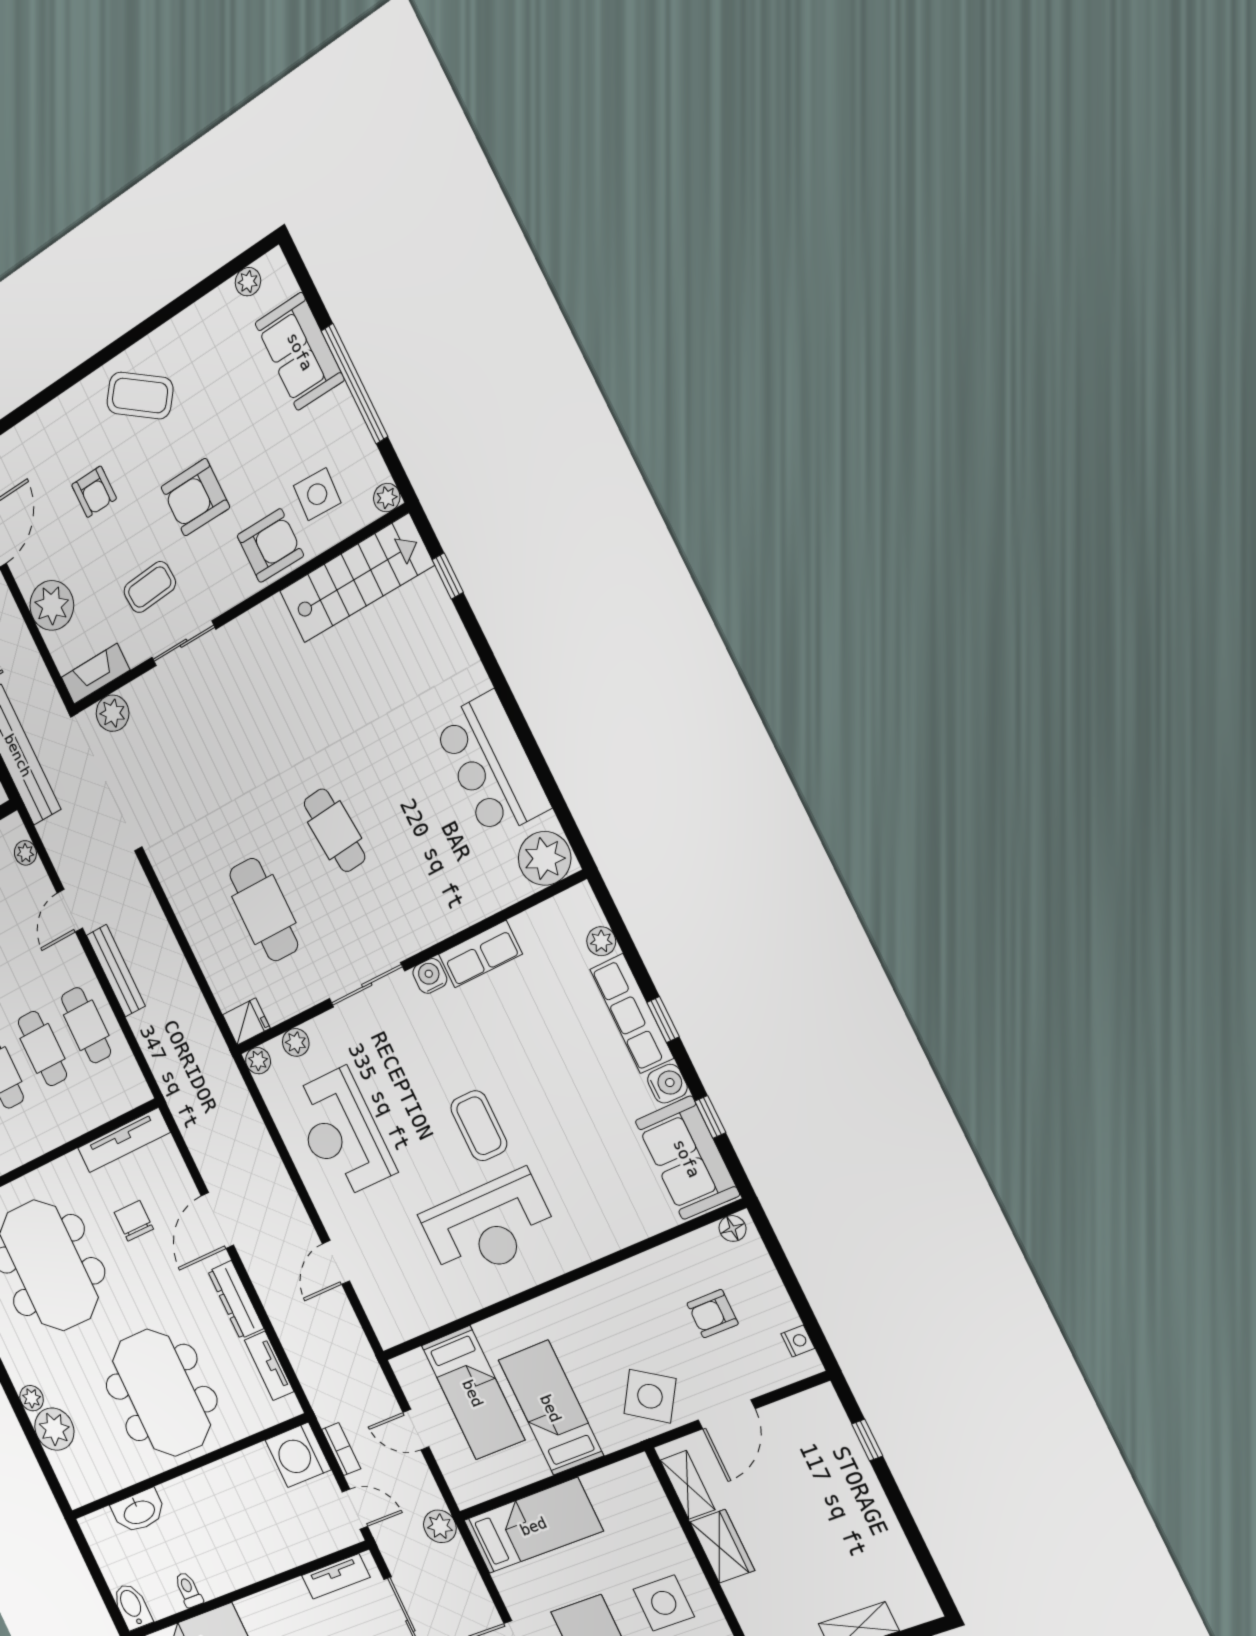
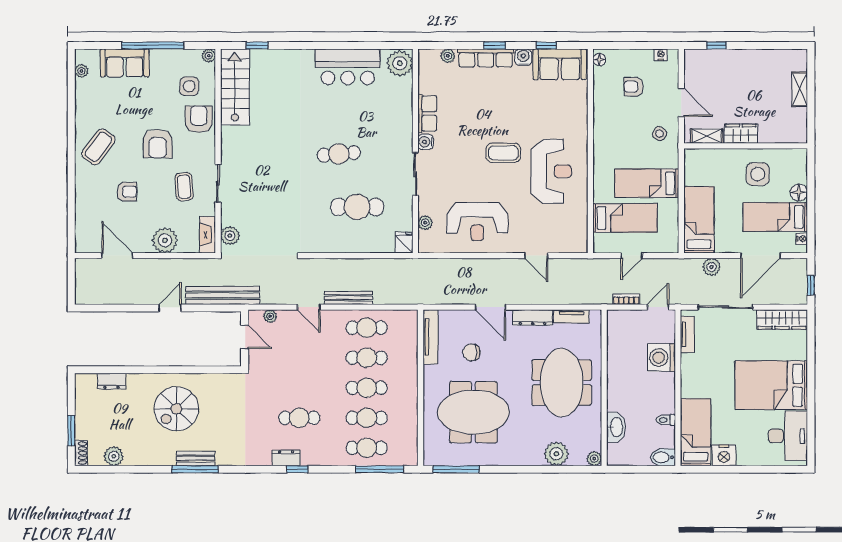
plant: (258, 1061) -> (425, 246), removed
armchair: (713, 1314) -> (633, 87), turned 90
meeting table: (161, 1393) -> (562, 383), turned 90
side table: (650, 1396) -> (660, 134), width x0.54, depth x0.54
plant: (32, 1398) -> (594, 459), moved
washing machine: (298, 1455) -> (661, 358), moved, turned 90
plant: (440, 1526) -> (712, 267), moved

